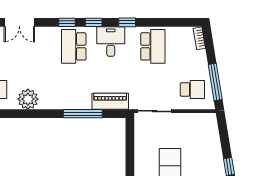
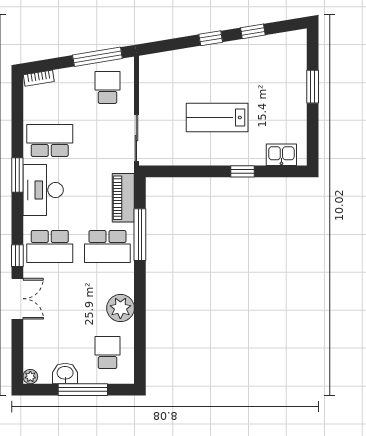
double door: (19, 22) -> (17, 299), moved
window: (94, 22) -> (17, 220), removed
window: (127, 22) -> (17, 175), width x1.50
desk: (111, 41) -> (43, 190), width x1.37
school desk: (74, 89) -> (107, 247), added

